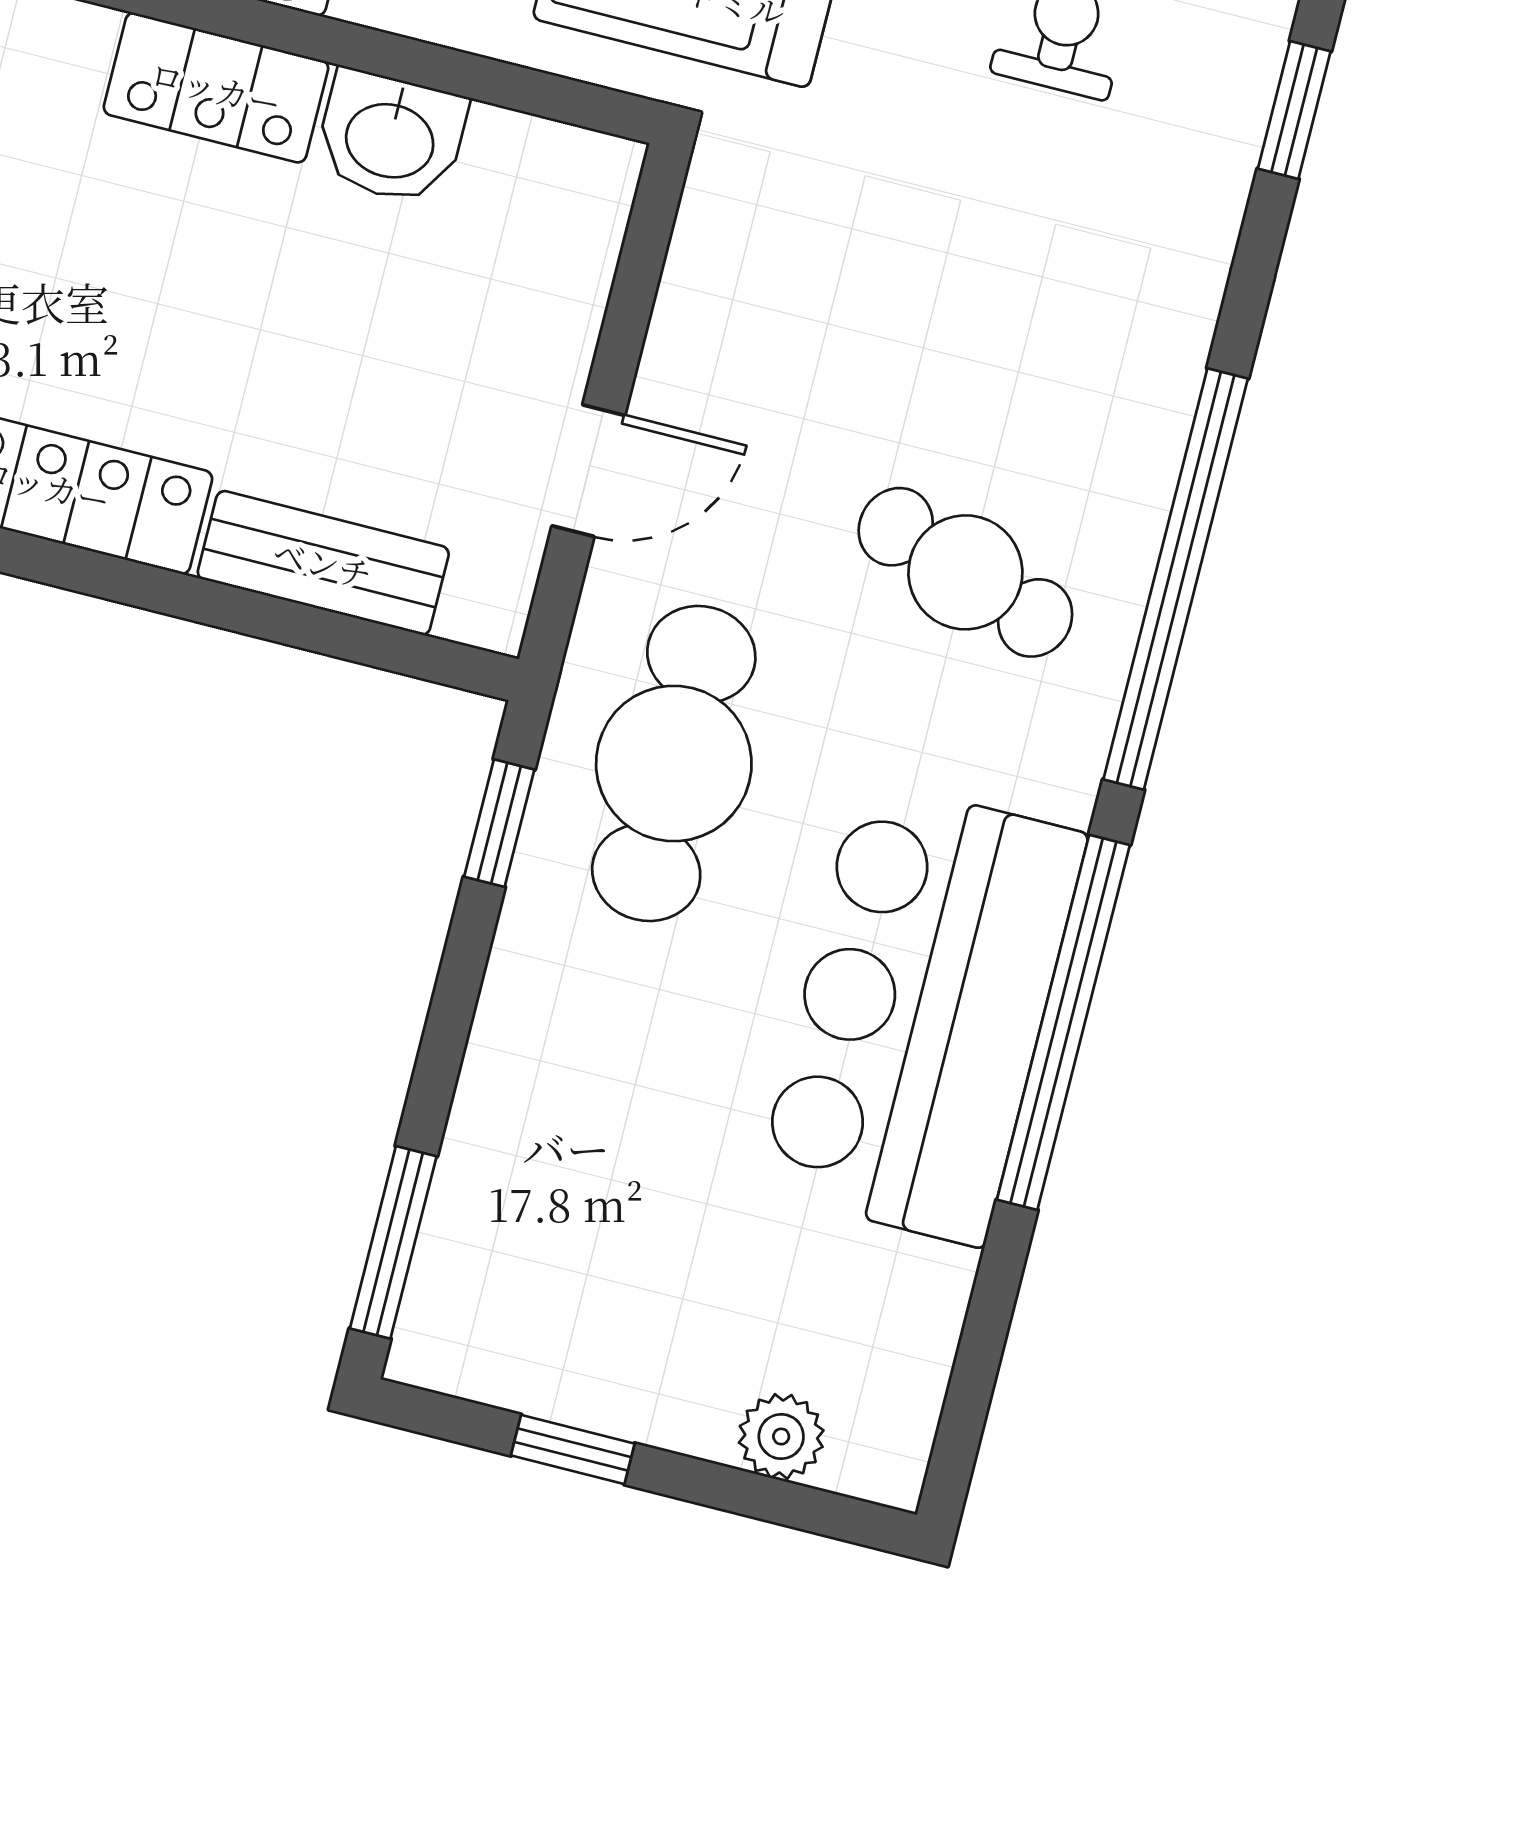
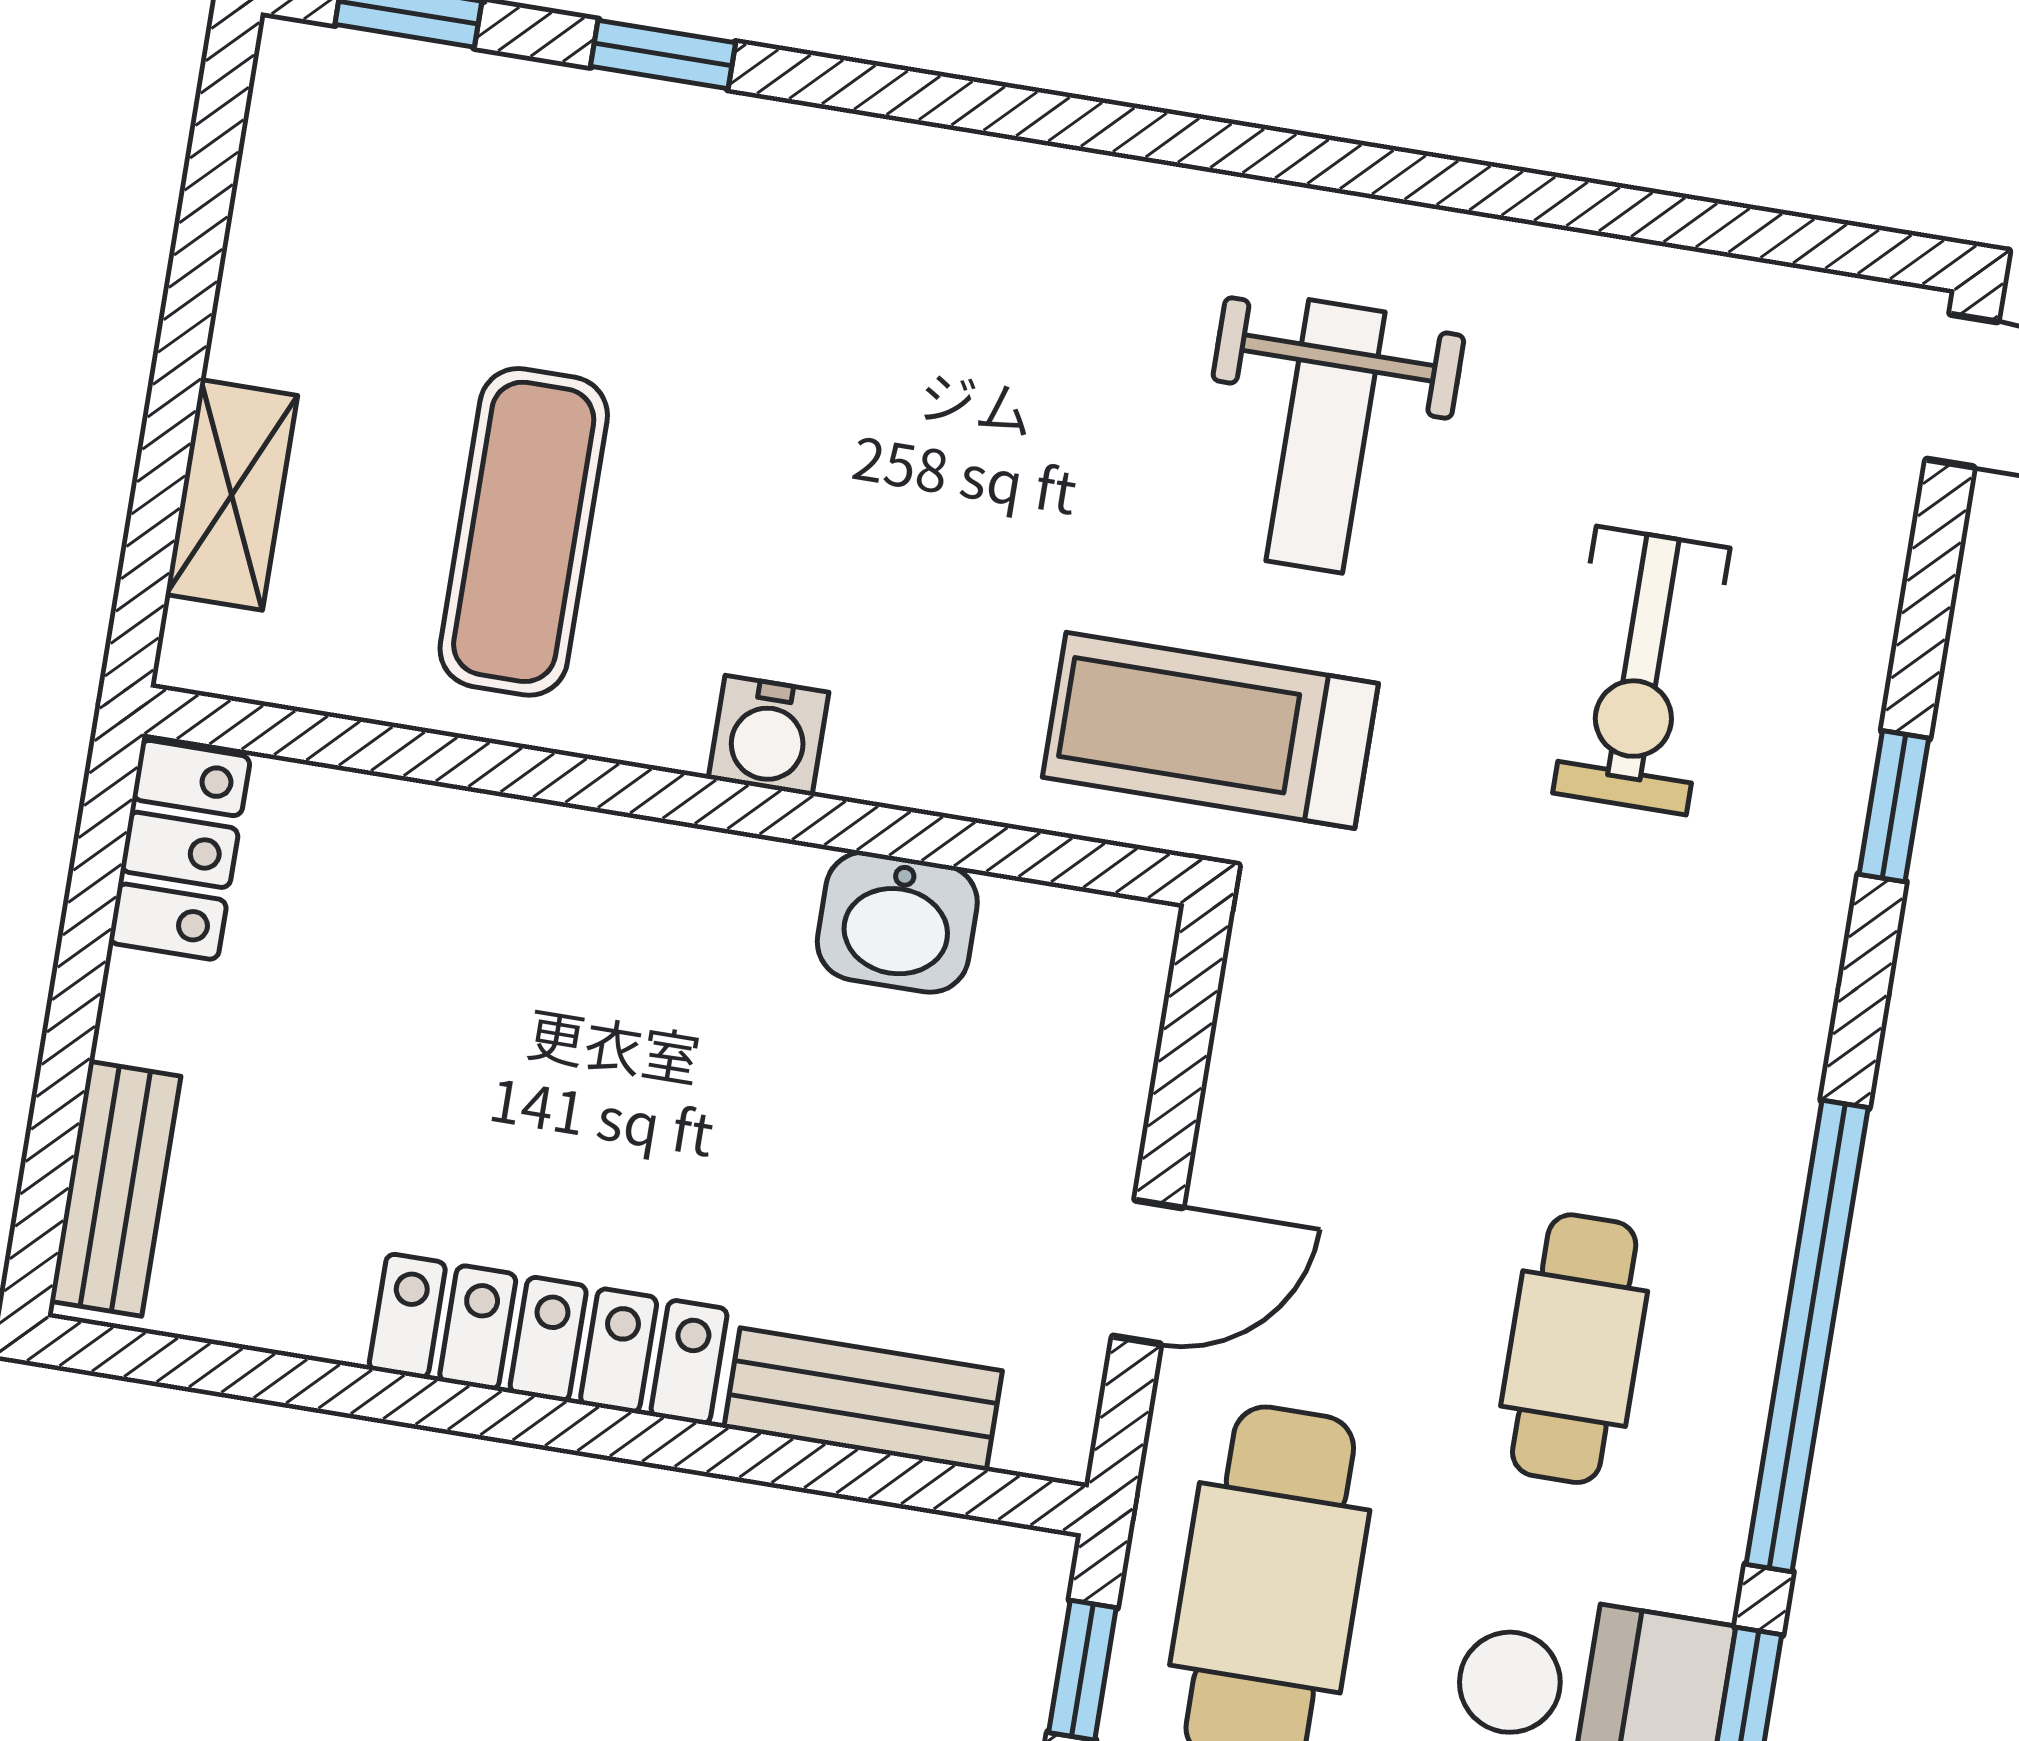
locker: (216, 88) -> (700, 884), removed
cafe table: (965, 572) -> (1574, 1349), turned 71

